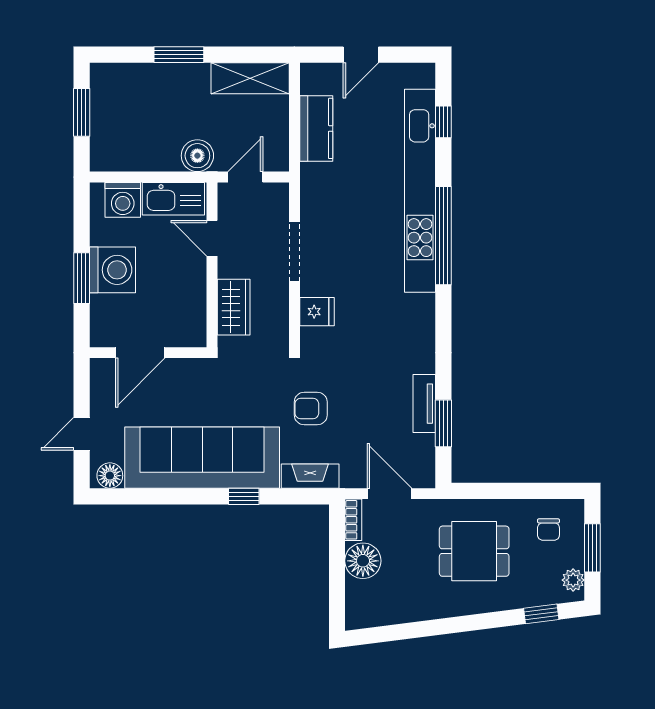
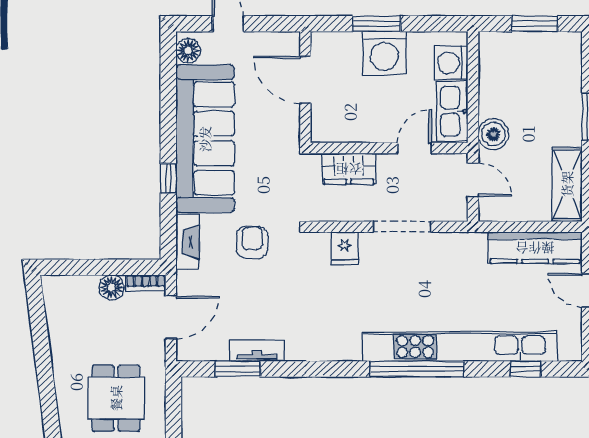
kitchen counter: (316, 128) -> (535, 248), width x1.50
floor lamp: (363, 561) -> (111, 287), width x0.73, depth x0.73

